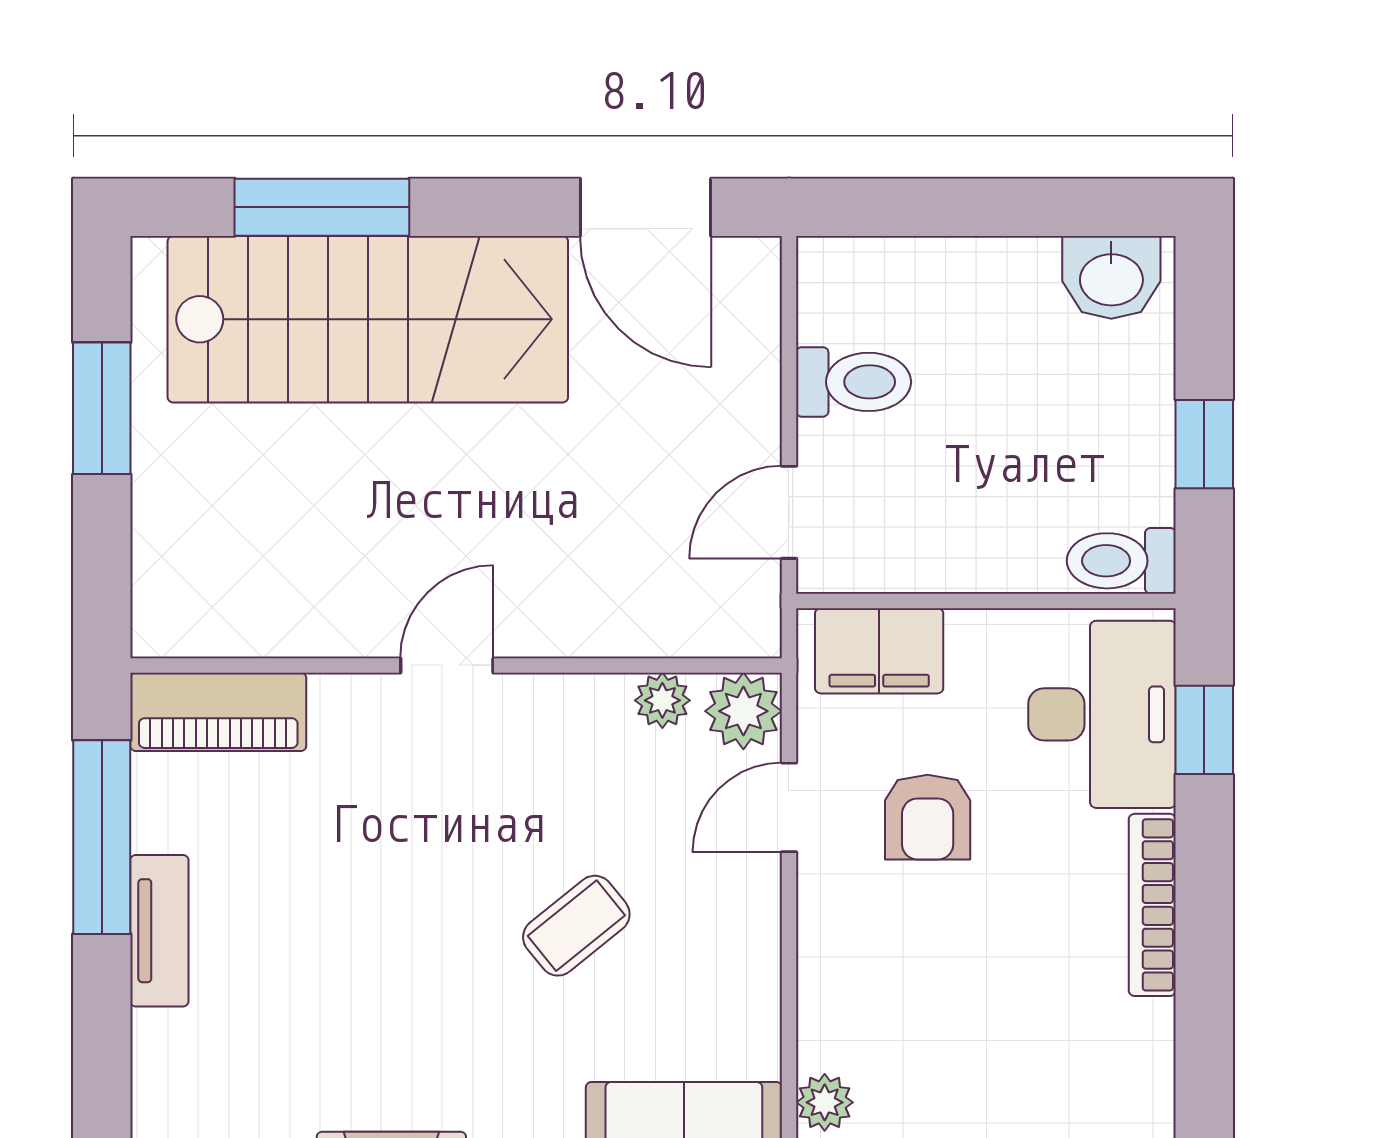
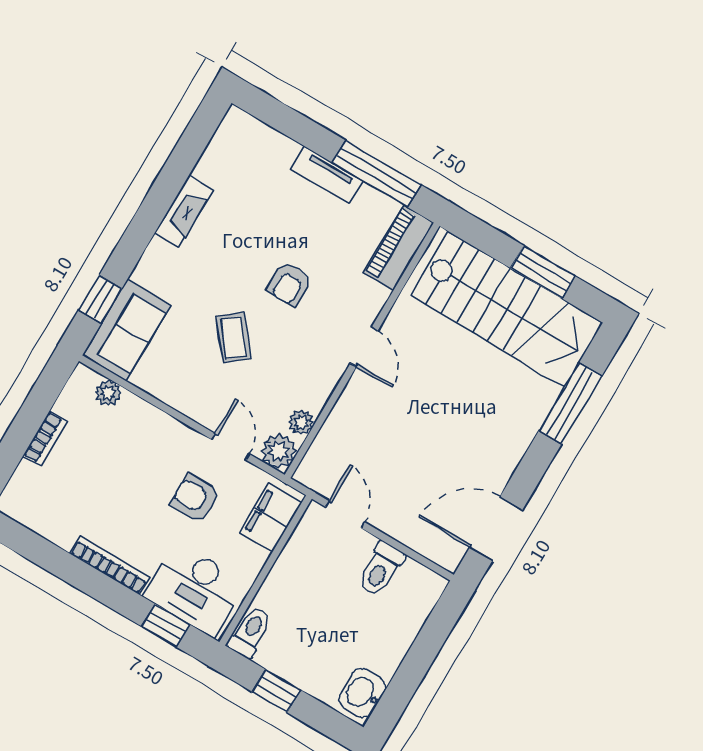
stairs: (368, 319) -> (506, 309), moved, turned -90
armchair: (411, 879) -> (289, 284), added

